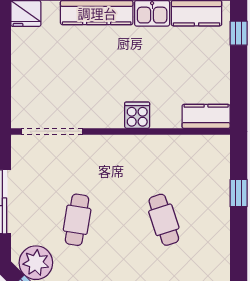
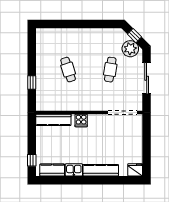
kitchen counter: (206, 116) -> (53, 120), width x1.50

